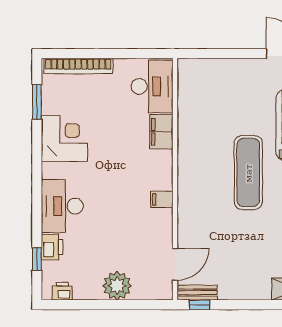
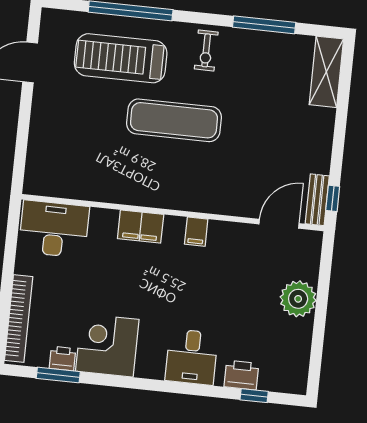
filing cabinet: (161, 132) -> (141, 227), moved
desk: (62, 206) -> (192, 357), width x0.73
door: (175, 264) -> (279, 224), hinge flipped
printer: (62, 291) -> (63, 358), moved, turned 90

